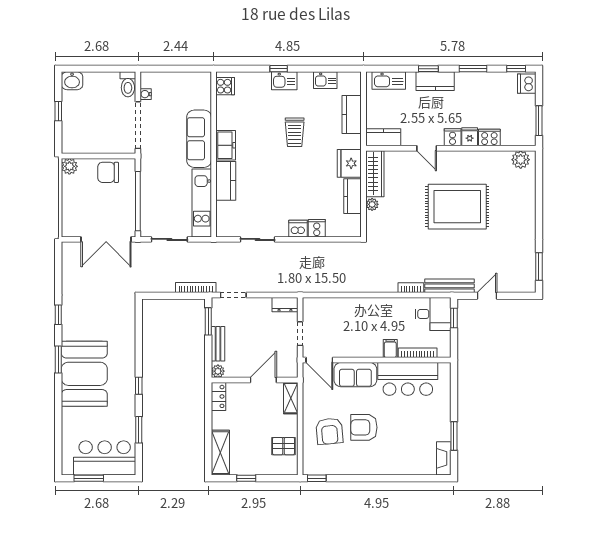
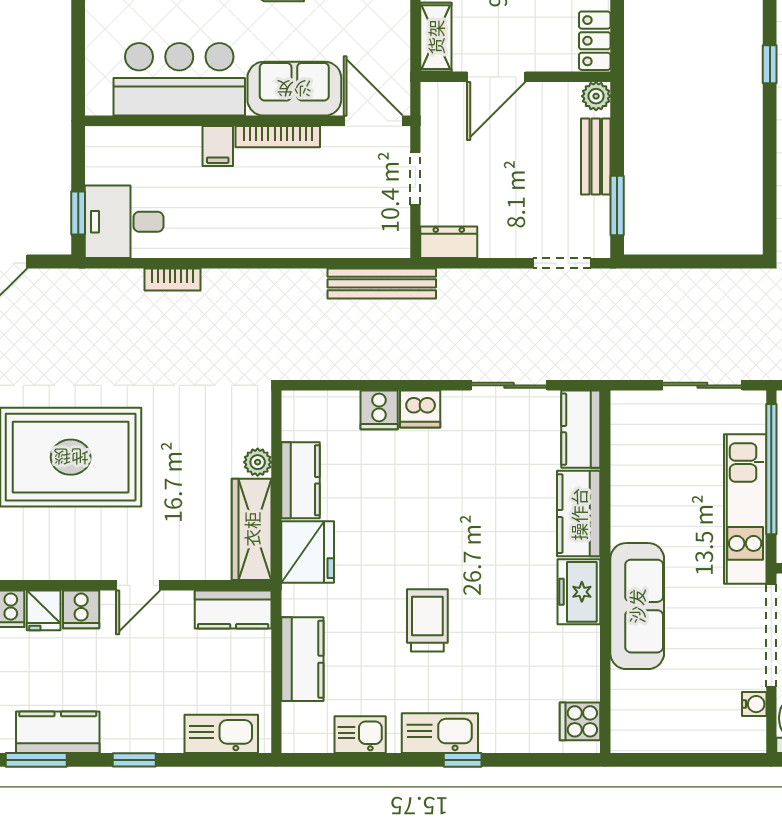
kitchen sink: (284, 81) -> (440, 733), width x1.38
kitchen counter: (435, 81) -> (58, 732), moved
door: (427, 148) -> (138, 585), swing flipped
kitchen unit: (202, 203) -> (745, 509), moved, turned 180
kitchen counter: (225, 219) -> (581, 429), added
bench: (450, 286) -> (382, 283), moved
bookcase: (196, 288) -> (645, 280), removed
bookcase: (418, 353) -> (278, 137), moved

